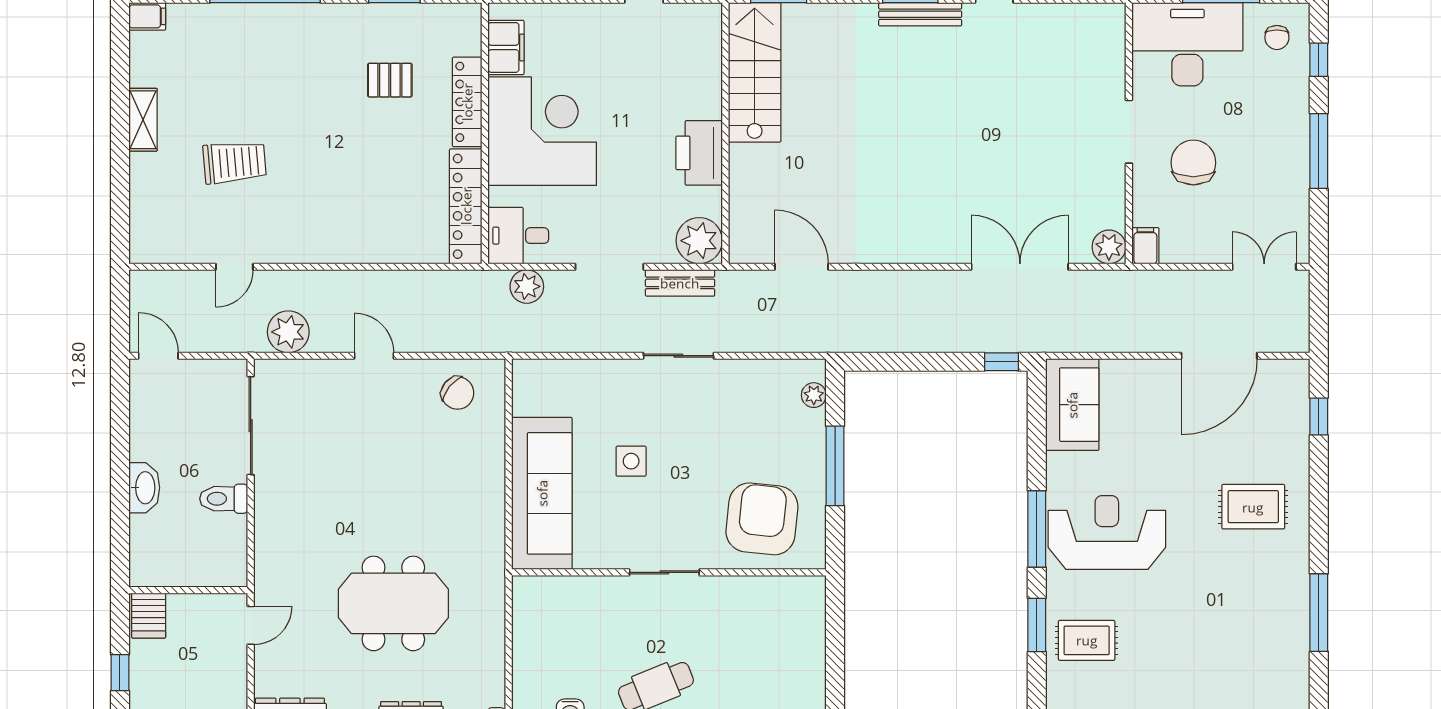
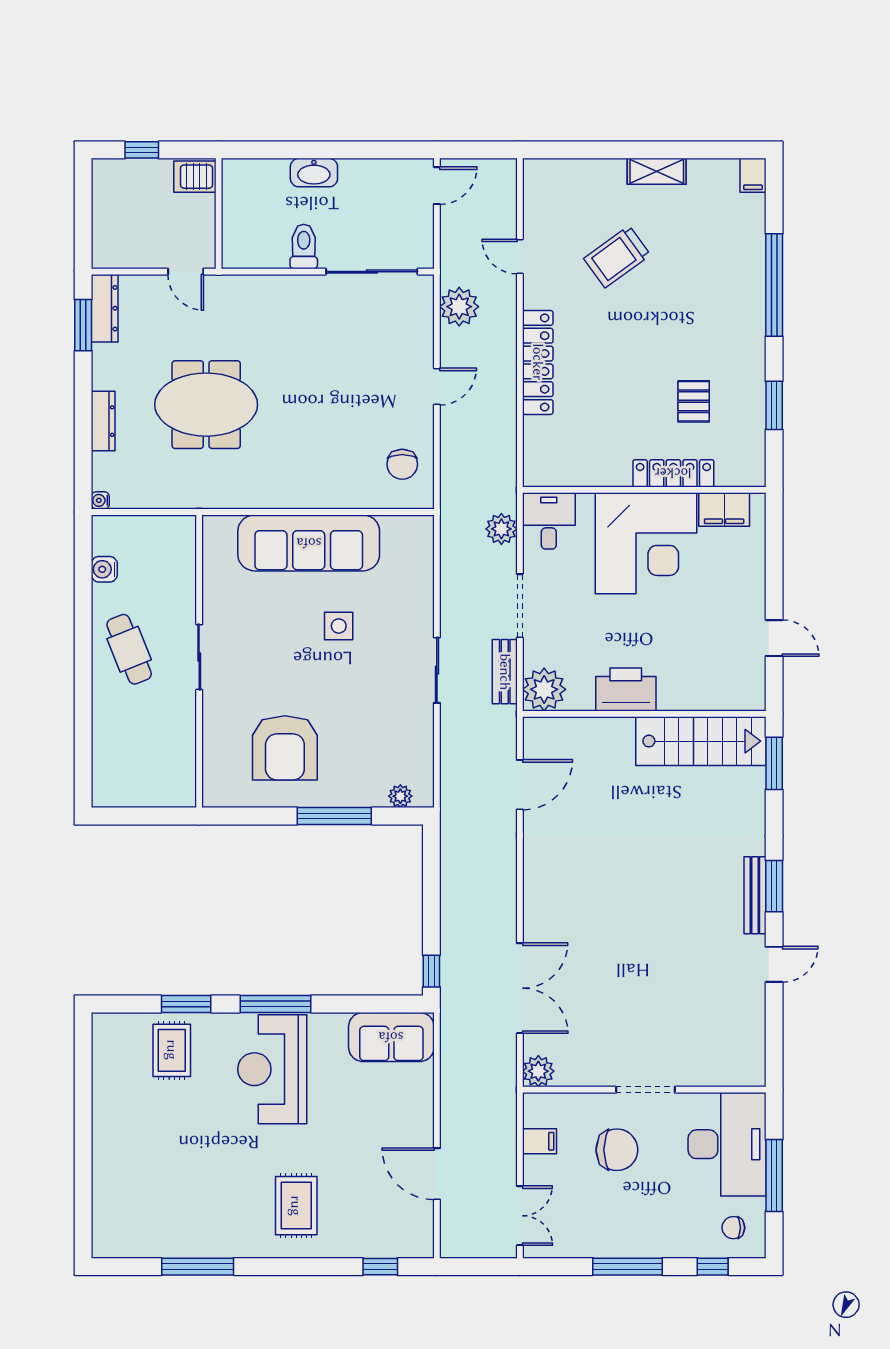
trolley: (235, 162) -> (617, 257), turned 59
locker: (466, 206) -> (538, 362), moved, turned 90
filing cabinet: (1145, 246) -> (539, 1141), moved
door: (1219, 356) -> (437, 1174), width x0.73
chair: (457, 393) -> (402, 464), turned -39
armchair: (762, 519) -> (285, 748), turned 84
reception desk: (1107, 532) -> (272, 1069), turned 180
sliding door: (664, 572) -> (199, 657), moved
wall: (669, 572) -> (199, 661), moved
meeting table: (393, 603) -> (206, 405), turned 90

